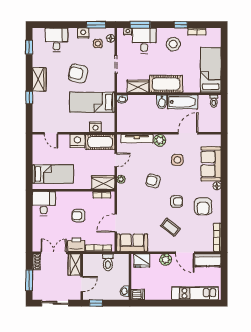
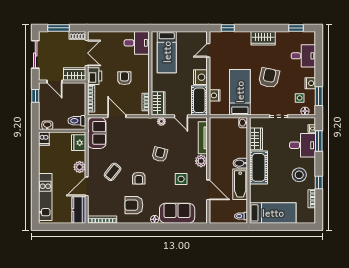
window: (29, 98) -> (228, 28), moved
toilet: (108, 262) -> (77, 121), moved

